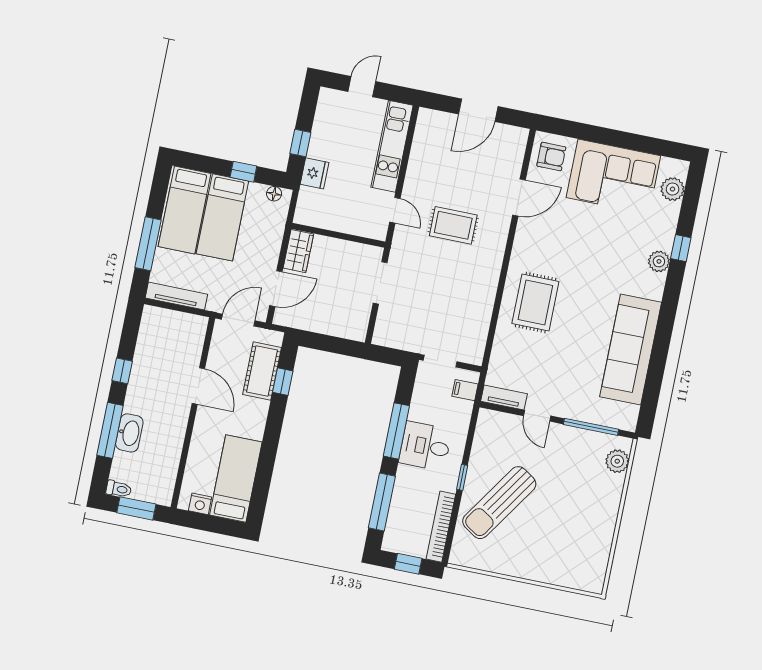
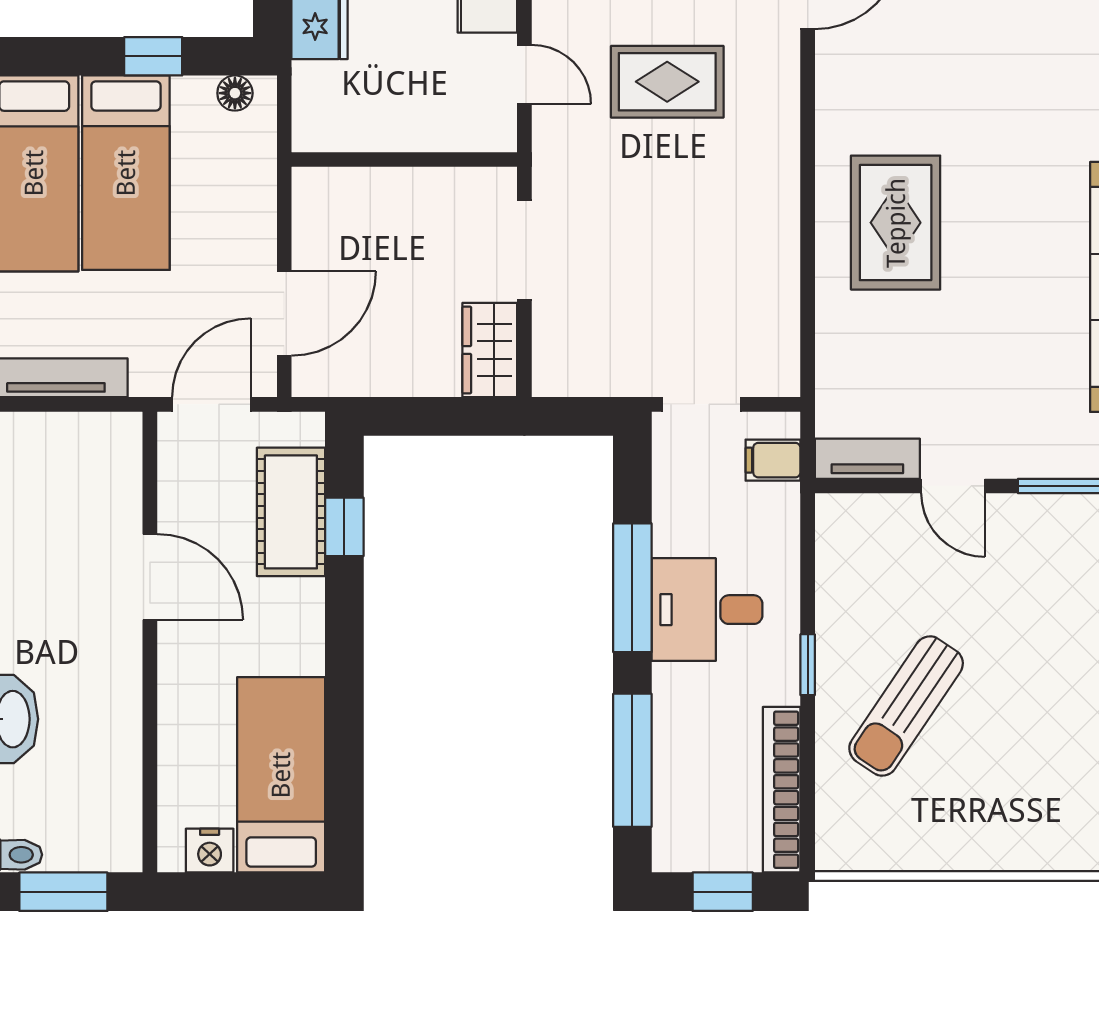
wardrobe: (298, 251) -> (490, 350), moved, turned 180
sun lounger: (499, 503) -> (906, 706), width x0.73, depth x0.75

